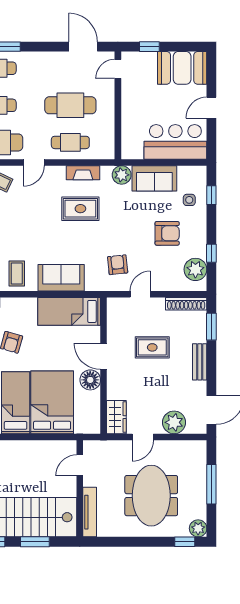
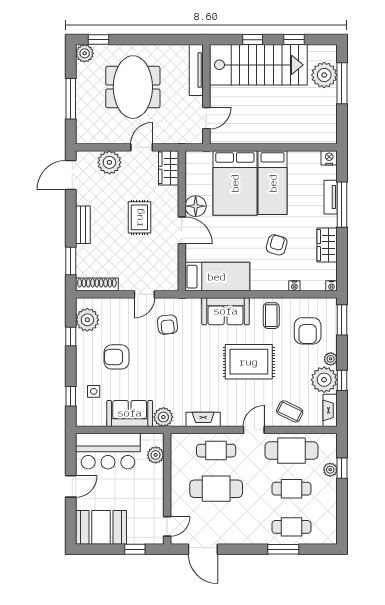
plant: (129, 138) -> (156, 455), added
rug: (80, 209) -> (249, 362), moved, width x1.36, depth x1.43
rug: (152, 347) -> (139, 217), moved, turned 90
window: (35, 542) -> (253, 40), width x0.67

